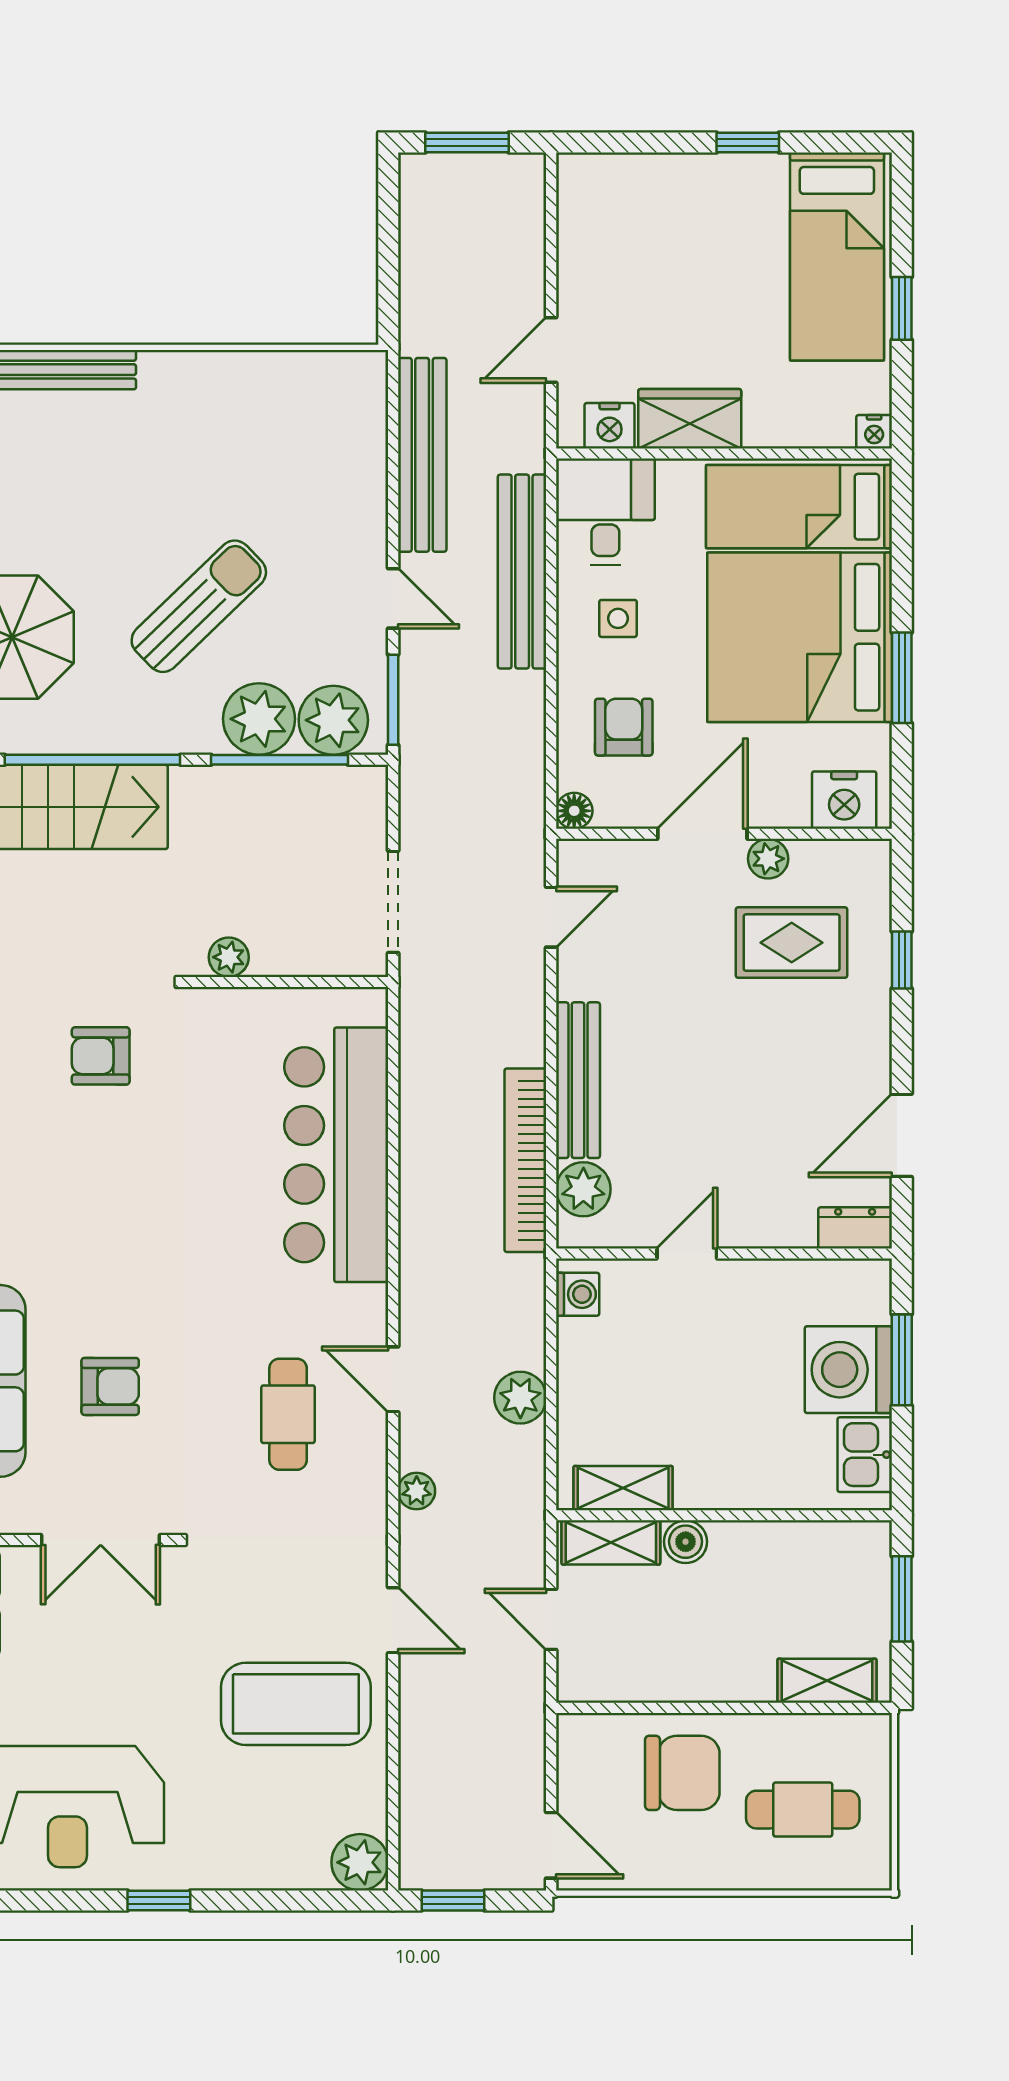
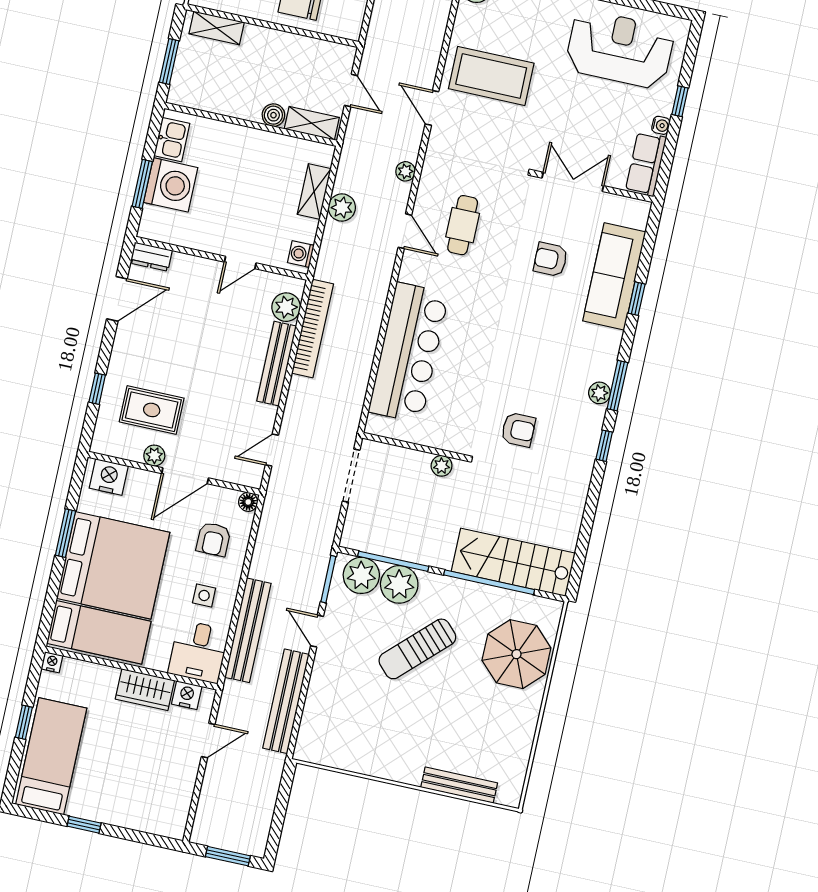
shelving: (623, 1488) -> (314, 192), moved, turned 90

